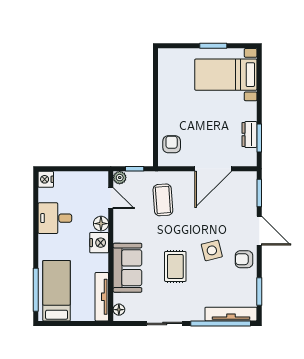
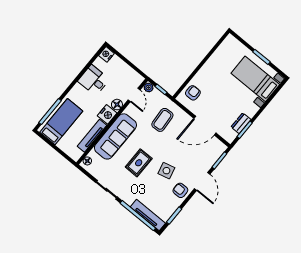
sofa: (127, 268) -> (115, 136), width x1.36
tv unit: (102, 297) -> (92, 136), moved

